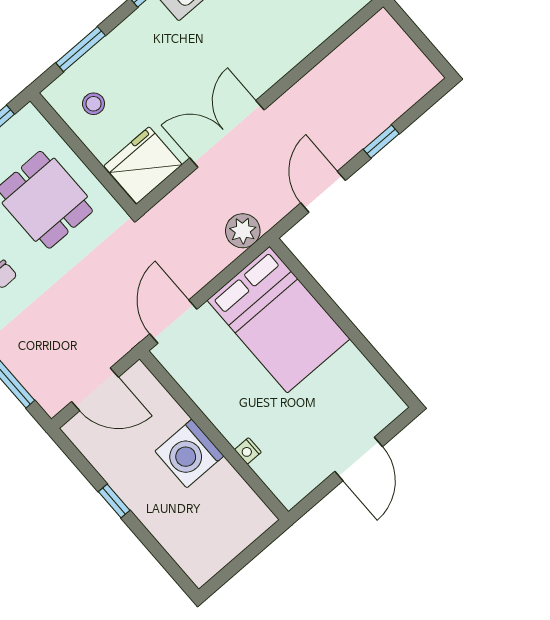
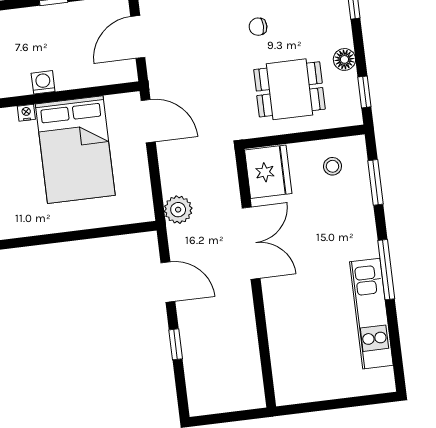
bed: (278, 320) -> (75, 150), moved, turned -90
washing machine: (189, 453) -> (43, 82), width x0.53, depth x0.53

